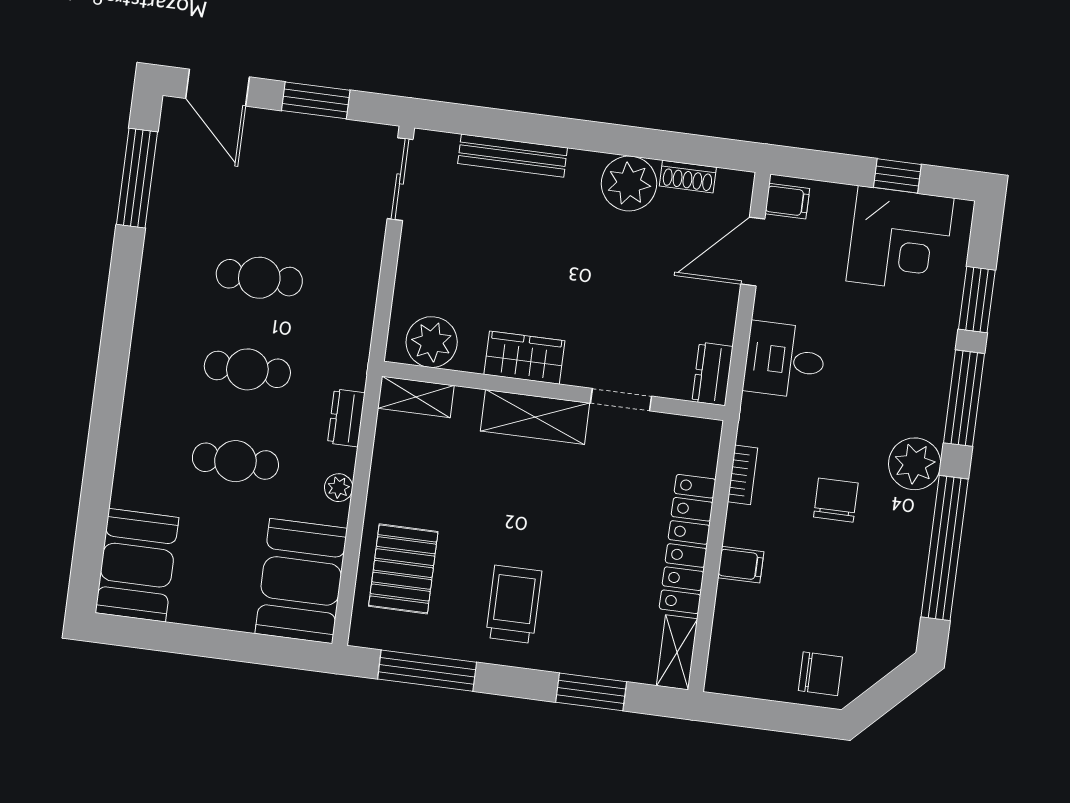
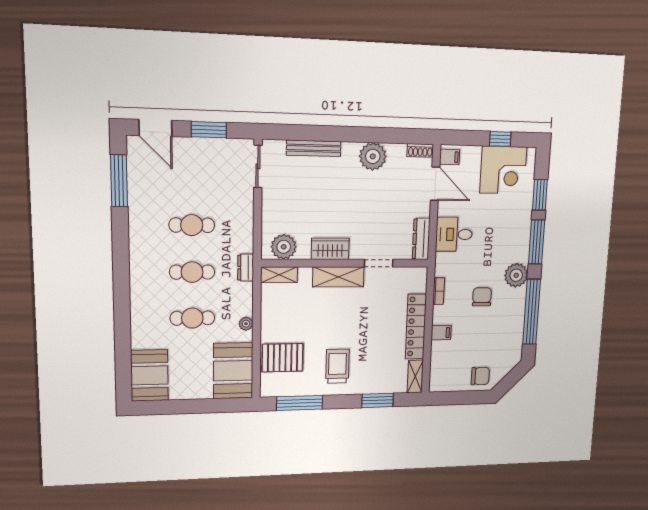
shoe rack: (688, 177) -> (420, 150), moved
door: (753, 252) -> (435, 184), swing flipped
dresser: (712, 374) -> (421, 239), width x1.44
dresser: (346, 418) -> (246, 268), moved
pallet: (403, 569) -> (283, 358), turned 90

